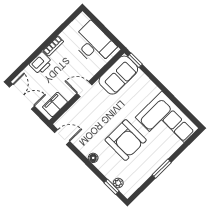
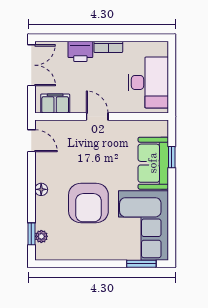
window: (135, 60) -> (172, 157), moved
sofa: (118, 75) -> (153, 163), moved, turned 90
window: (162, 169) -> (141, 264), moved

